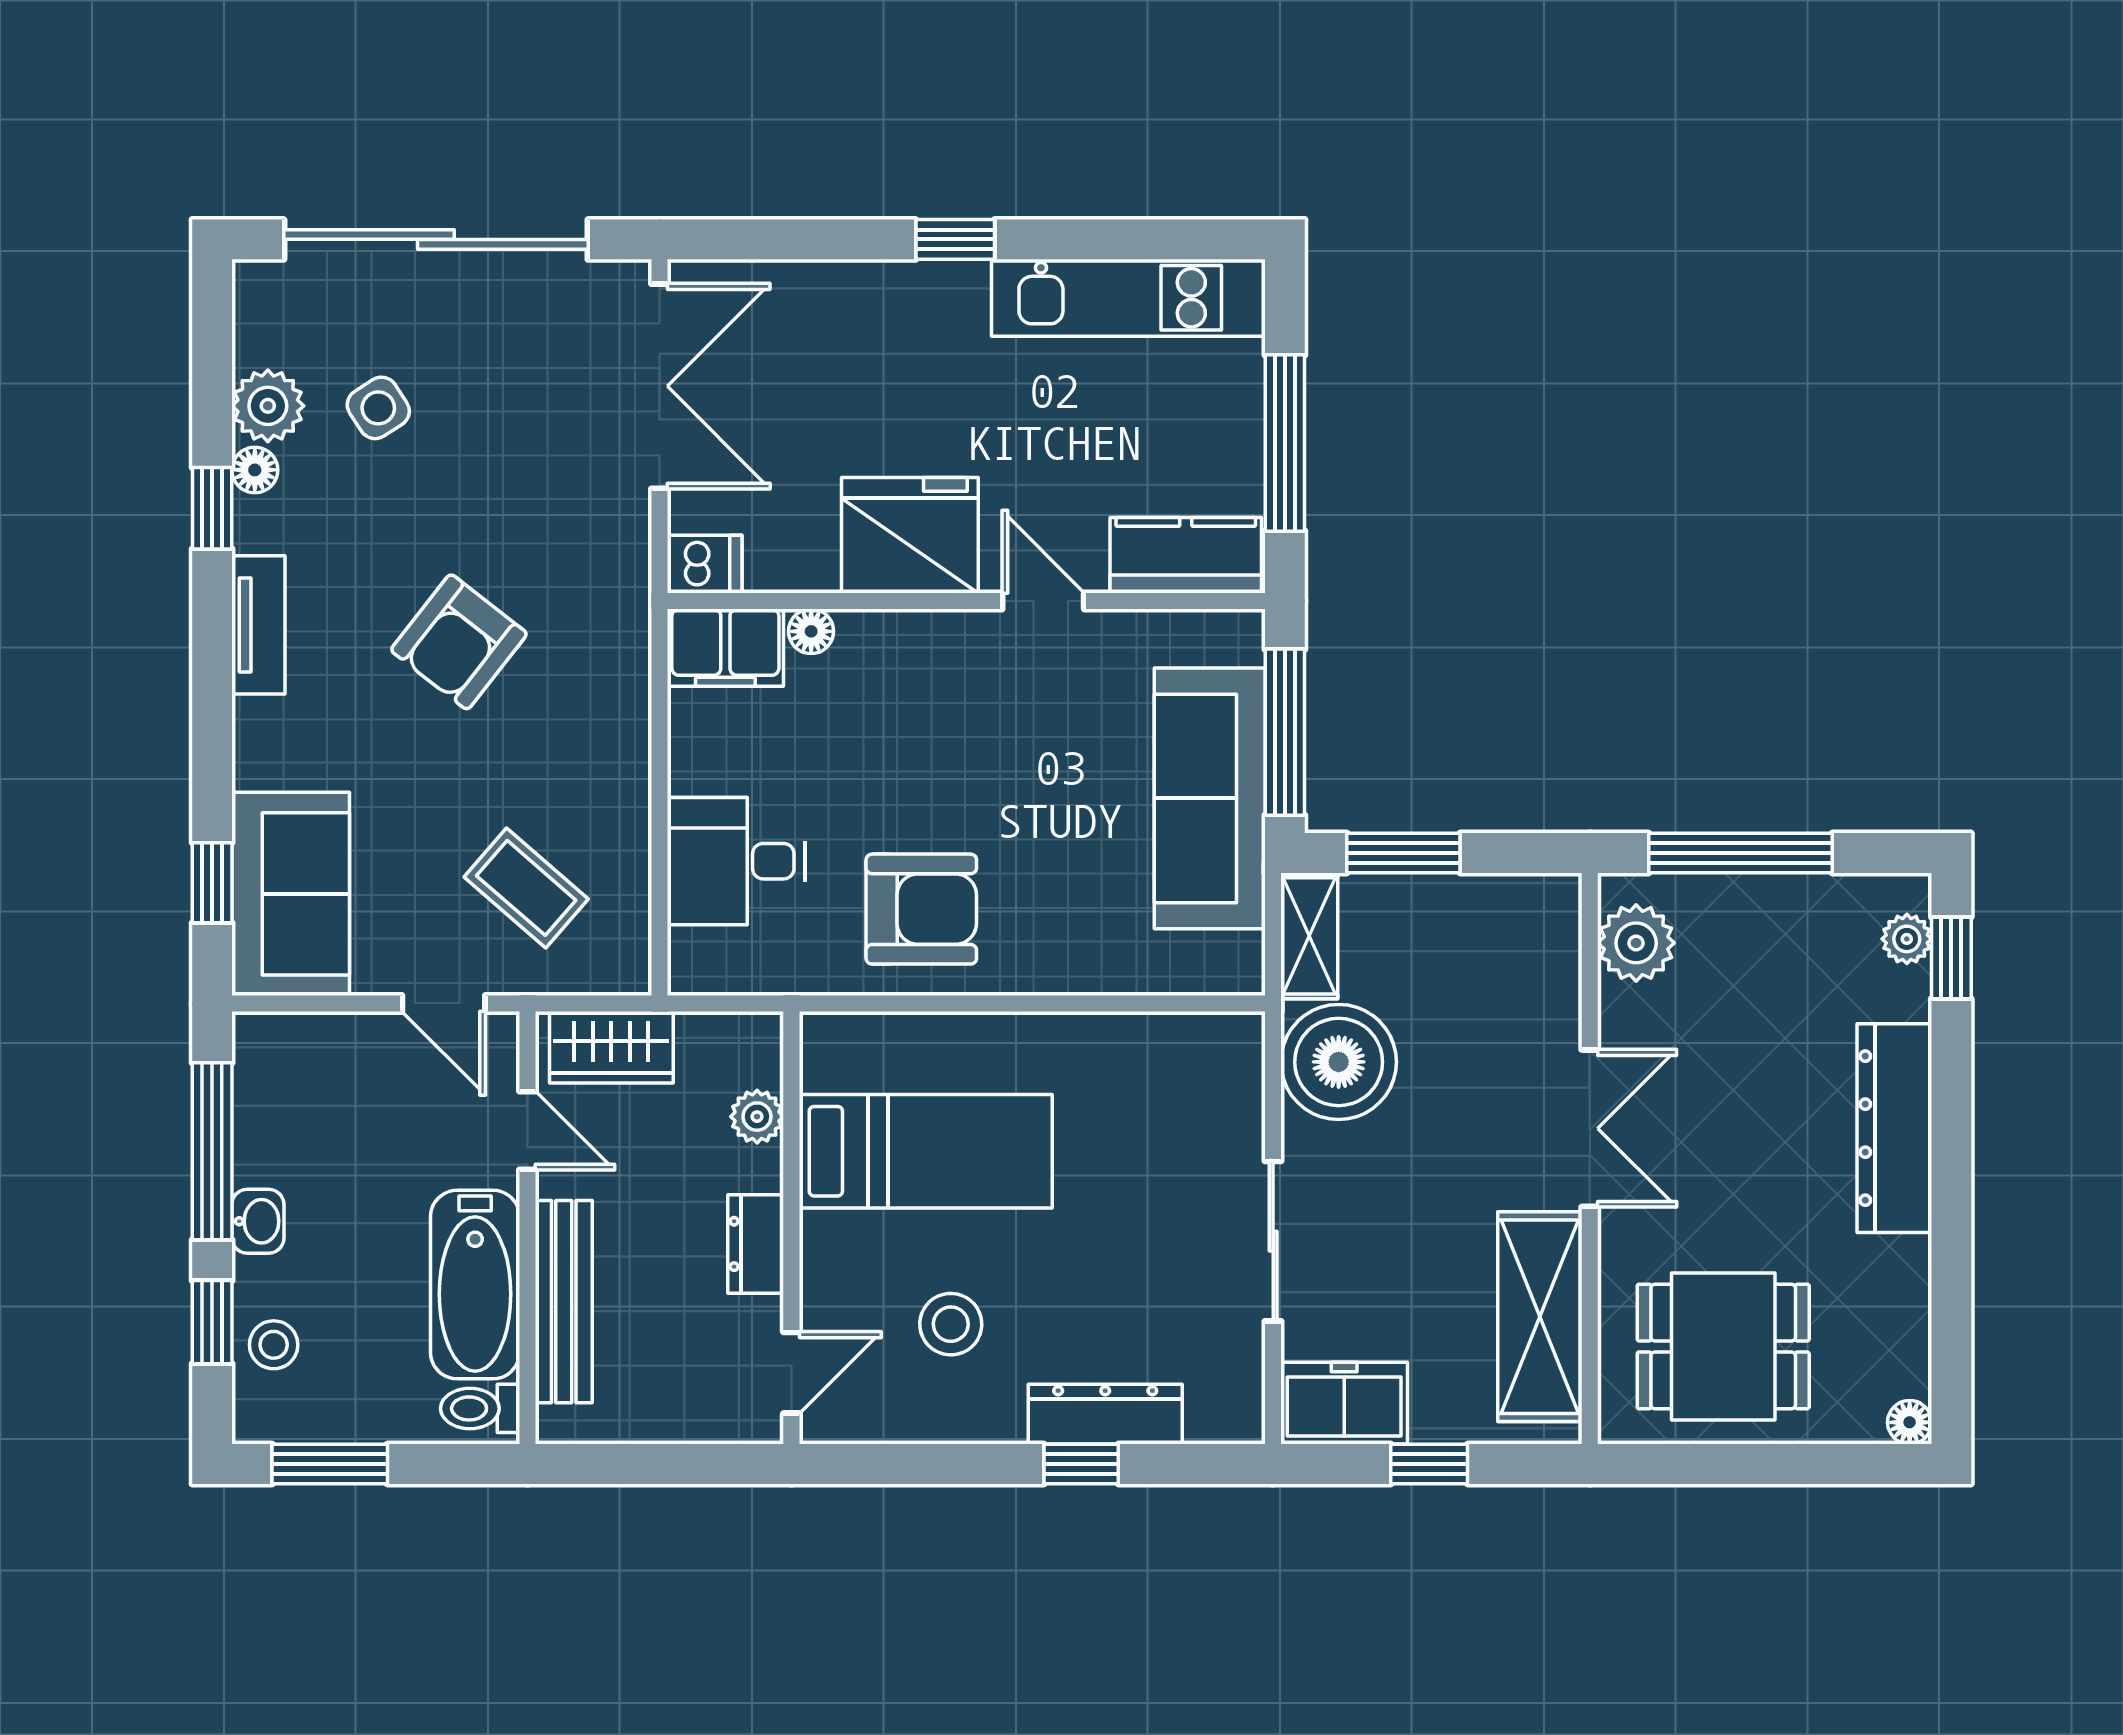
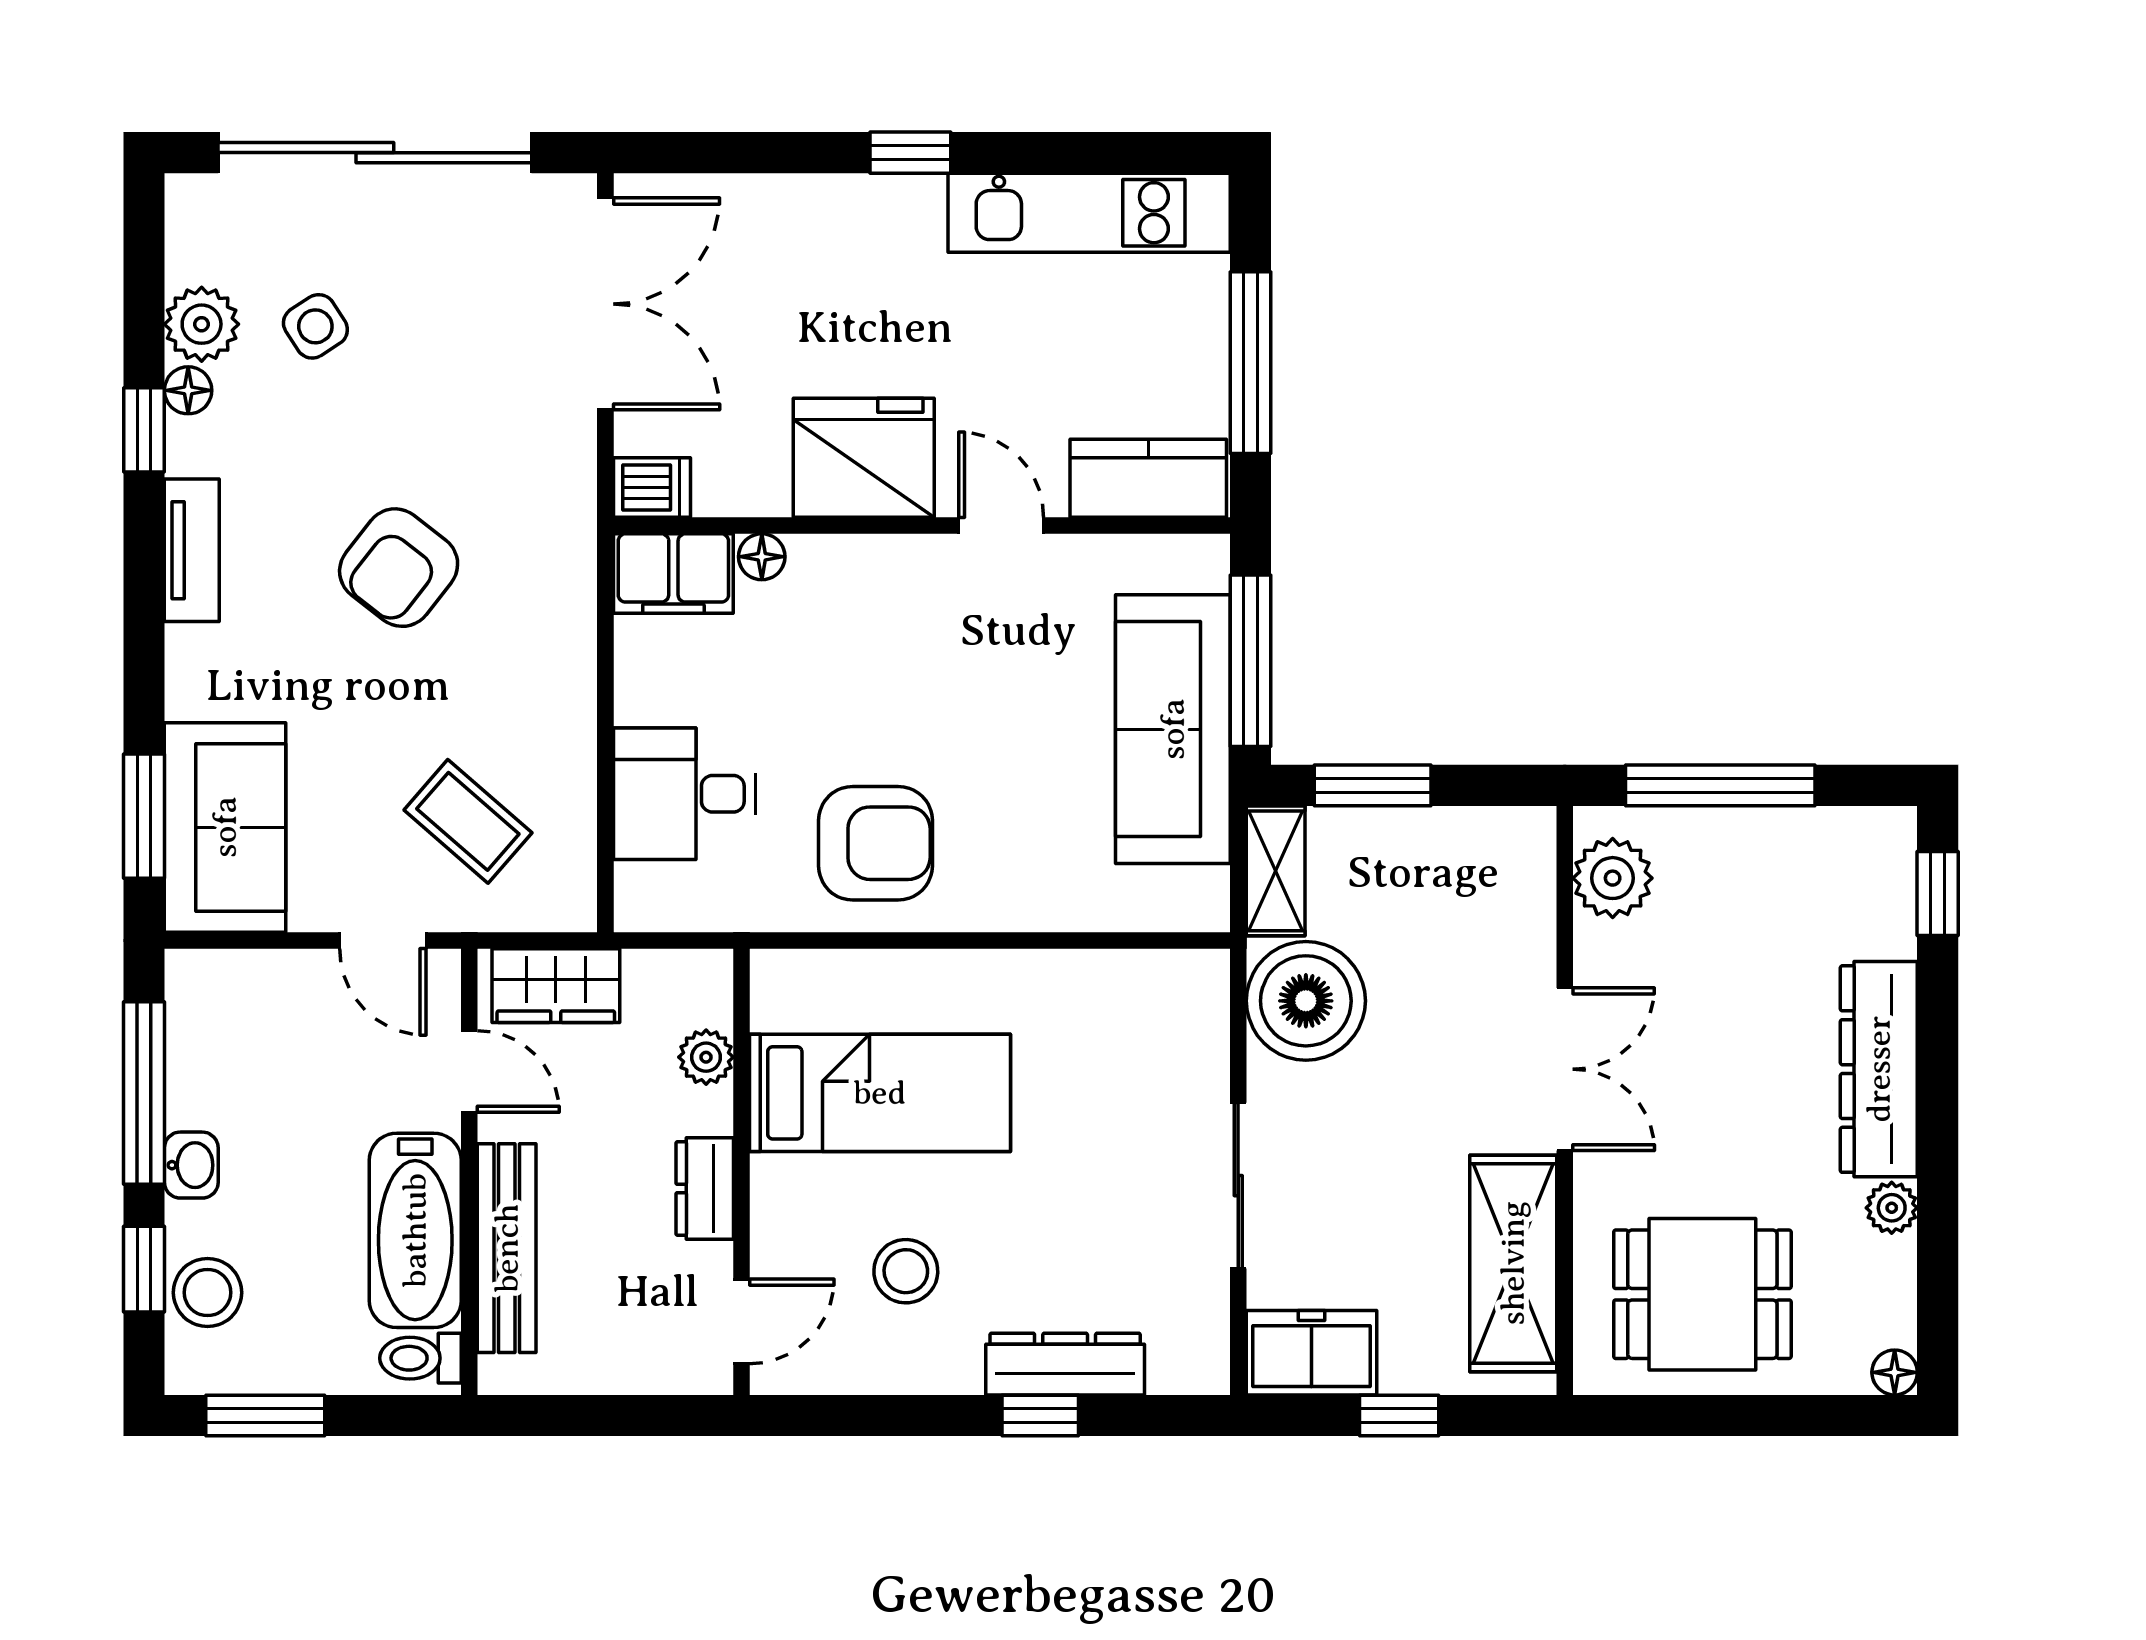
window: (212, 883) -> (144, 816), width x1.50
plant: (1907, 939) -> (1892, 1208), moved
stool: (274, 1345) -> (207, 1293), width x1.37, depth x1.37

